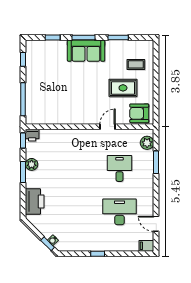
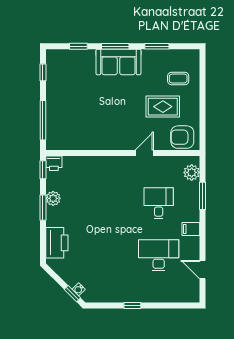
filing cabinet: (146, 246) -> (191, 229), moved

